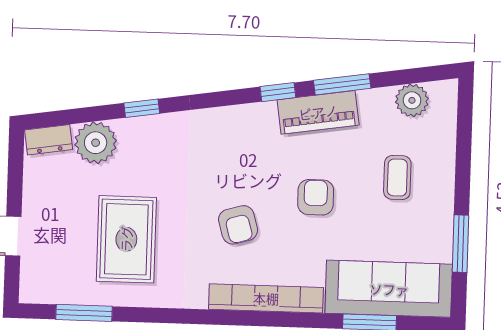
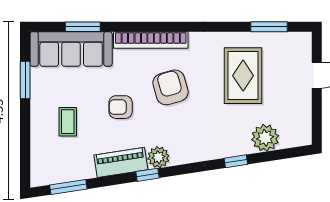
window: (342, 84) -> (68, 187), moved
plant: (412, 100) -> (158, 157), moved
dresser: (49, 140) -> (296, 139), removed
armchair: (316, 197) -> (121, 107), turned 90
armchair: (238, 225) -> (171, 87), width x1.38, depth x1.38

